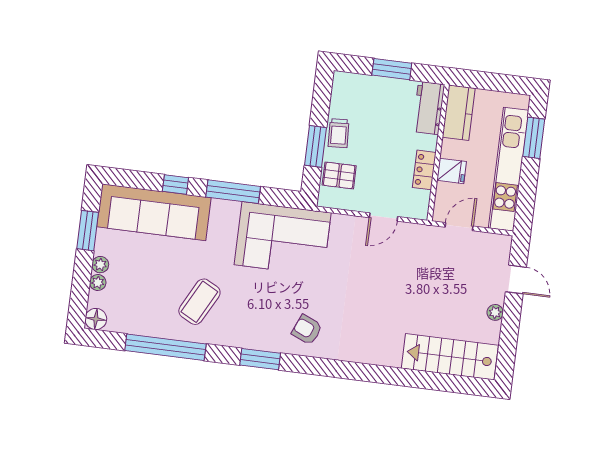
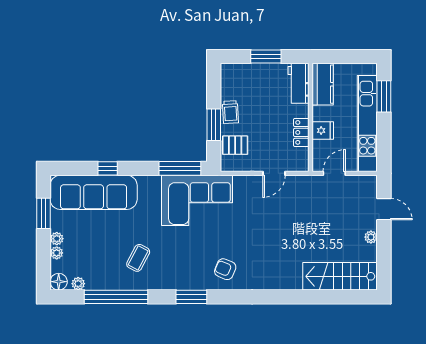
window: (233, 192) -> (180, 168), moved
coffee table: (199, 302) -> (138, 258), width x0.73, depth x0.77
plant: (120, 324) -> (78, 284), added

